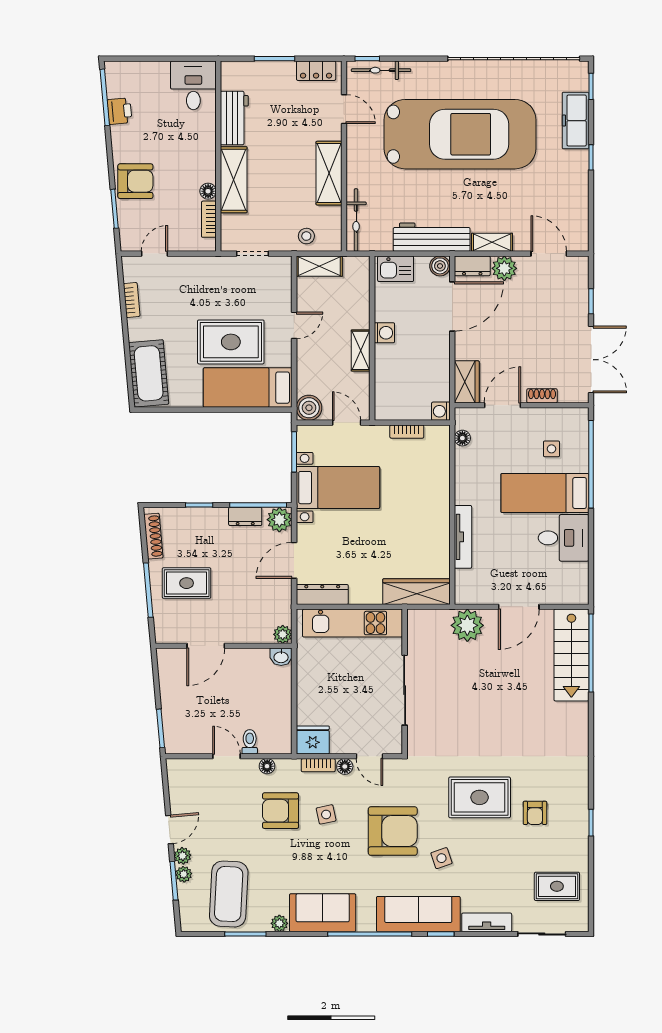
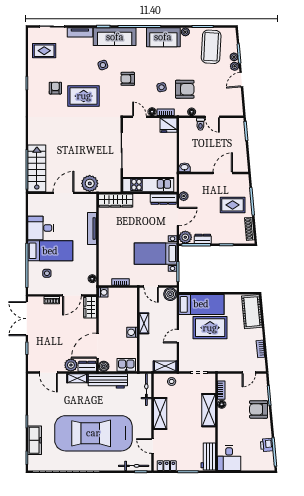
workbench: (234, 118) -> (208, 456), moved
plant: (283, 634) -> (184, 196), moved
armchair: (393, 831) -> (128, 79), width x0.53, depth x0.53

